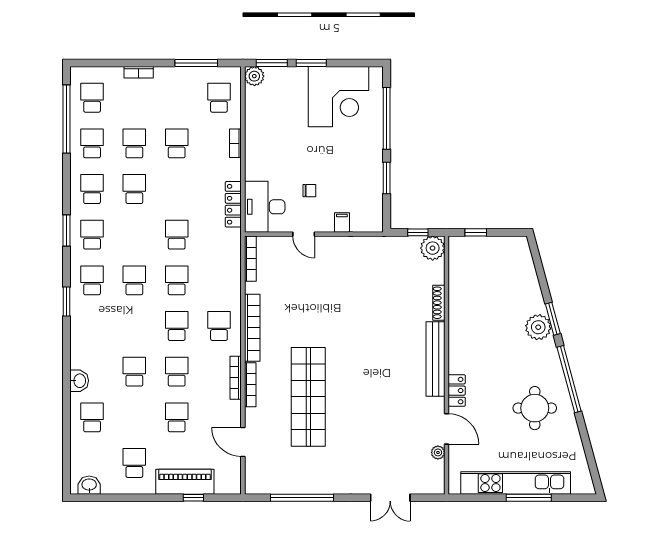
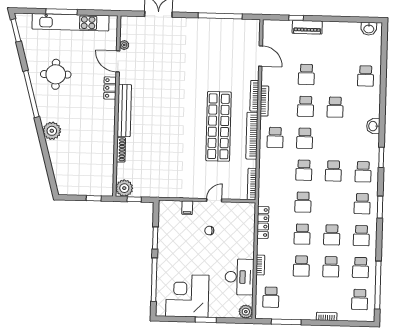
window: (272, 63) -> (233, 321), removed
desk: (265, 207) -> (239, 277), moved
door: (304, 234) -> (214, 200), hinge flipped
window: (553, 319) -> (16, 30), moved
washbasin: (79, 381) -> (373, 126), moved
shop shelf: (308, 397) -> (219, 126), moved
school desk: (134, 463) -> (302, 234), moved
piano: (185, 482) -> (307, 27), width x0.73, depth x0.75

